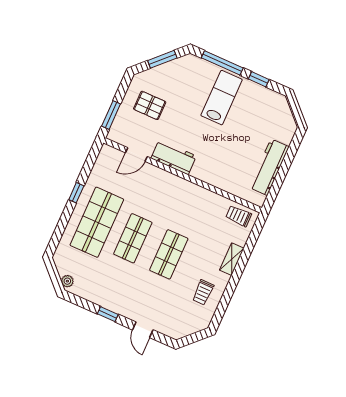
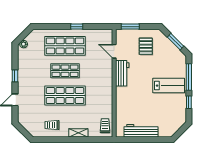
shop shelf: (169, 254) -> (65, 96), width x1.43, depth x1.36

